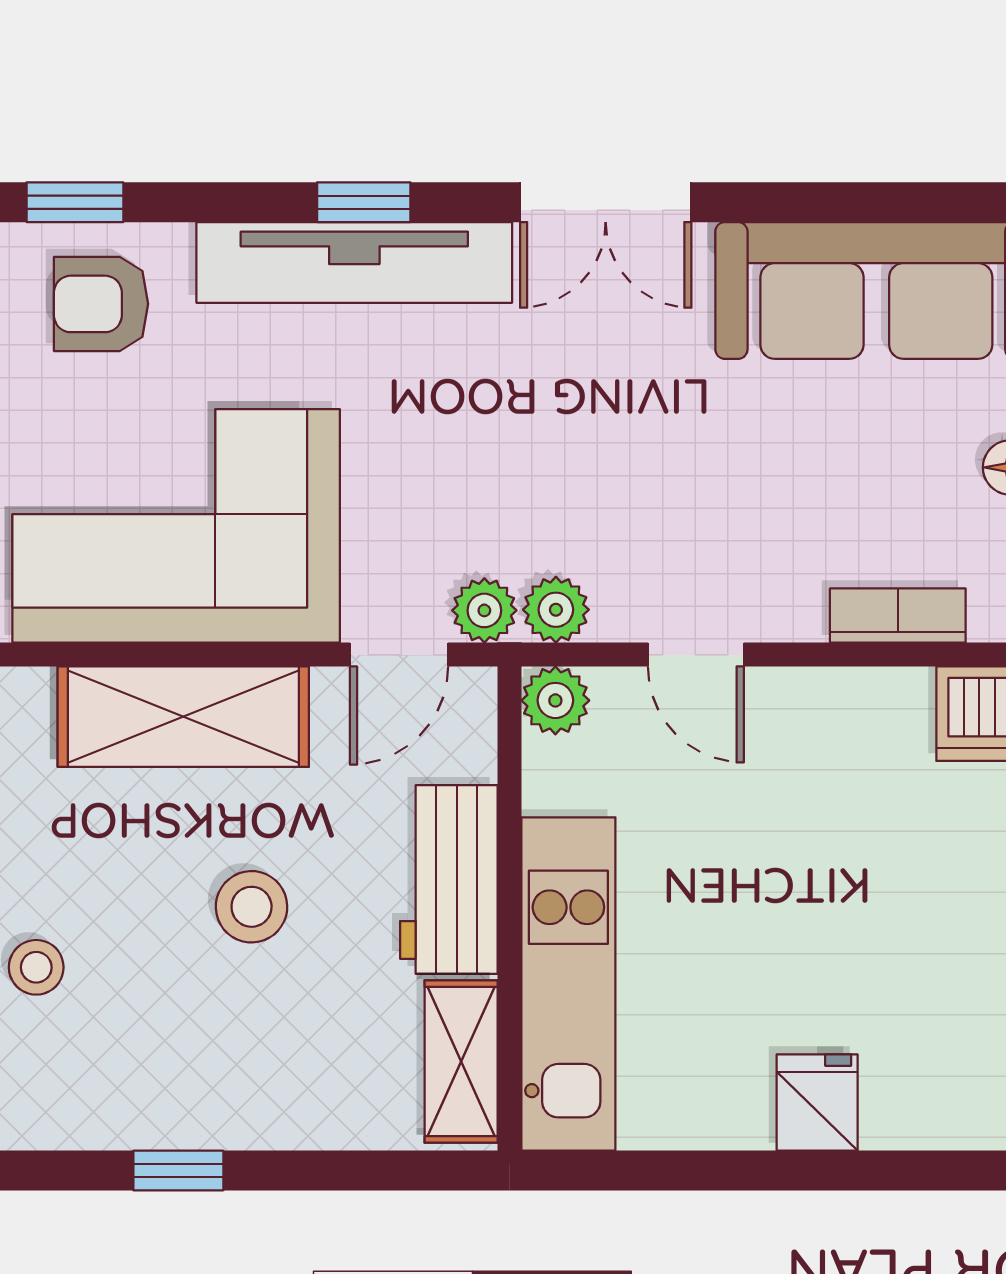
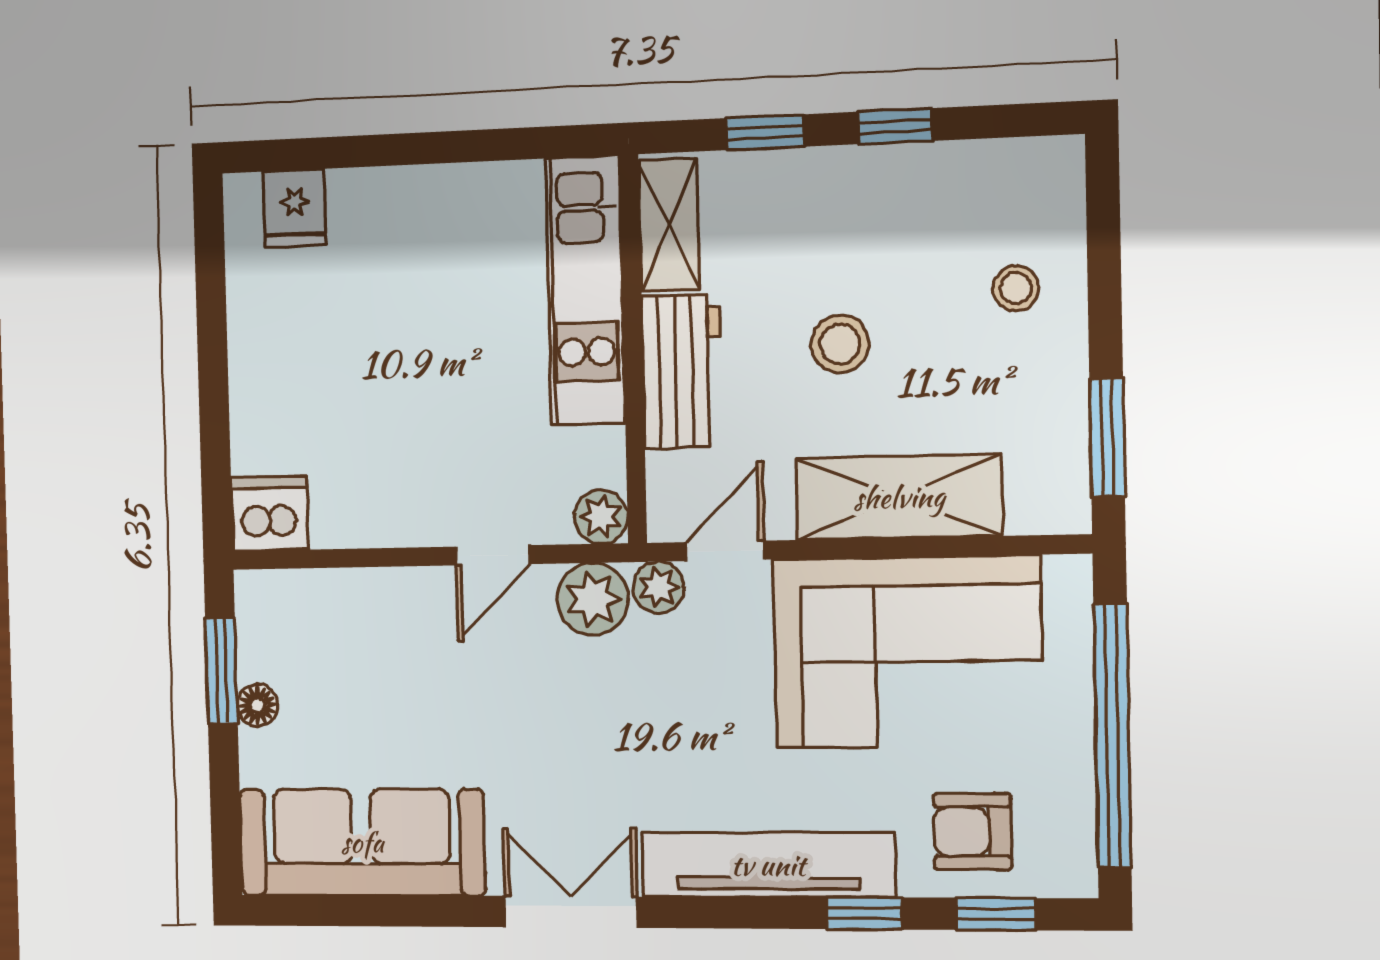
window: (364, 202) -> (864, 913), moved
armchair: (101, 304) -> (972, 831), turned 180
plant: (556, 610) -> (593, 599), width x1.38, depth x1.38
bookcase: (898, 616) -> (339, 589), removed
door: (696, 655) -> (492, 555), swing flipped
fridge: (817, 1102) -> (295, 208), moved
window: (339, 1170) -> (765, 132), added

